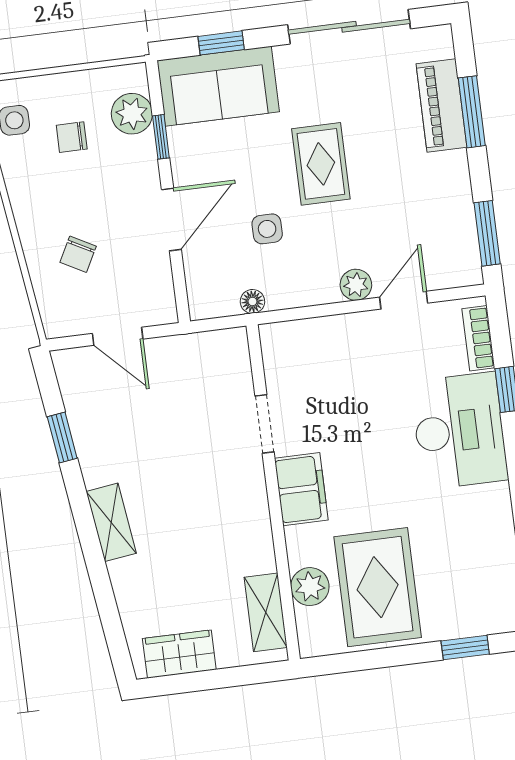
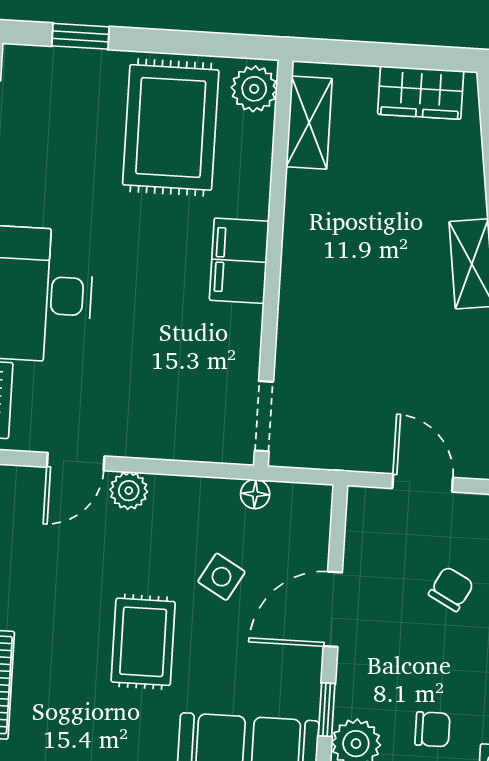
side table: (267, 229) -> (221, 577), turned 30
doorway: (265, 424) -> (264, 416), moved
plant: (310, 587) -> (254, 89), moved

